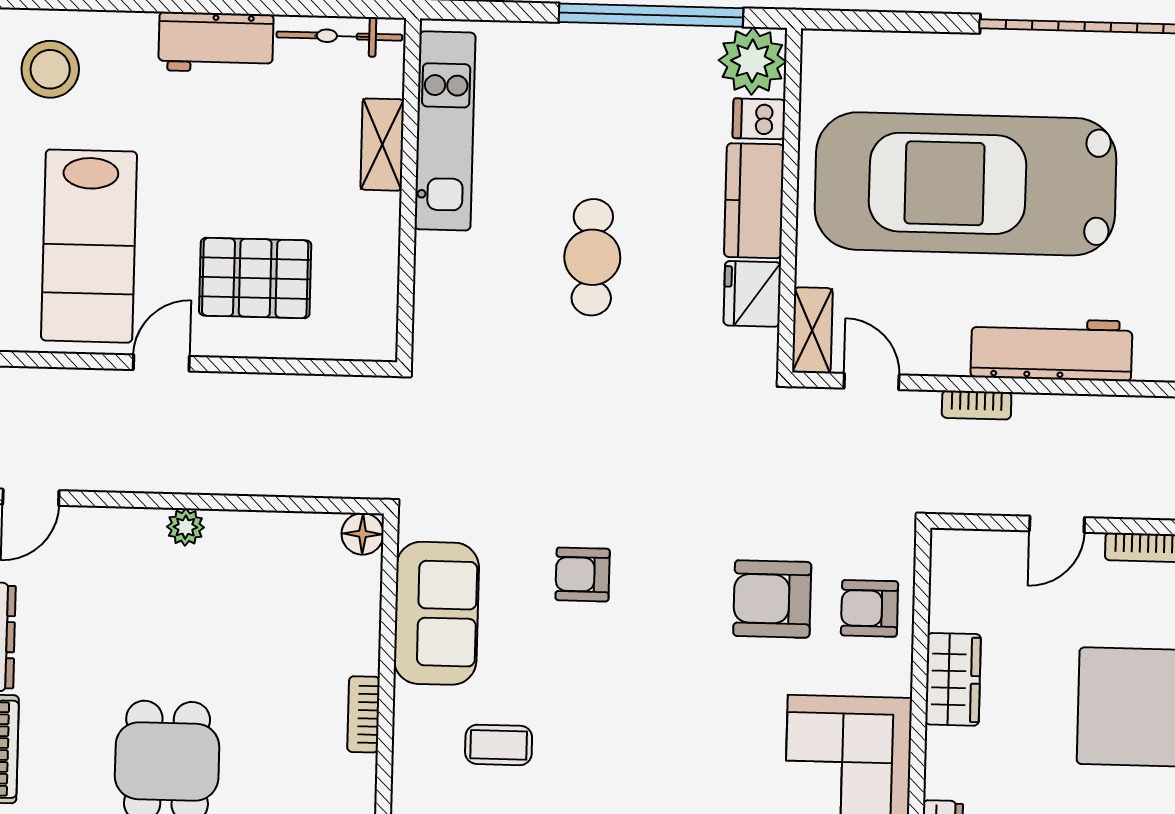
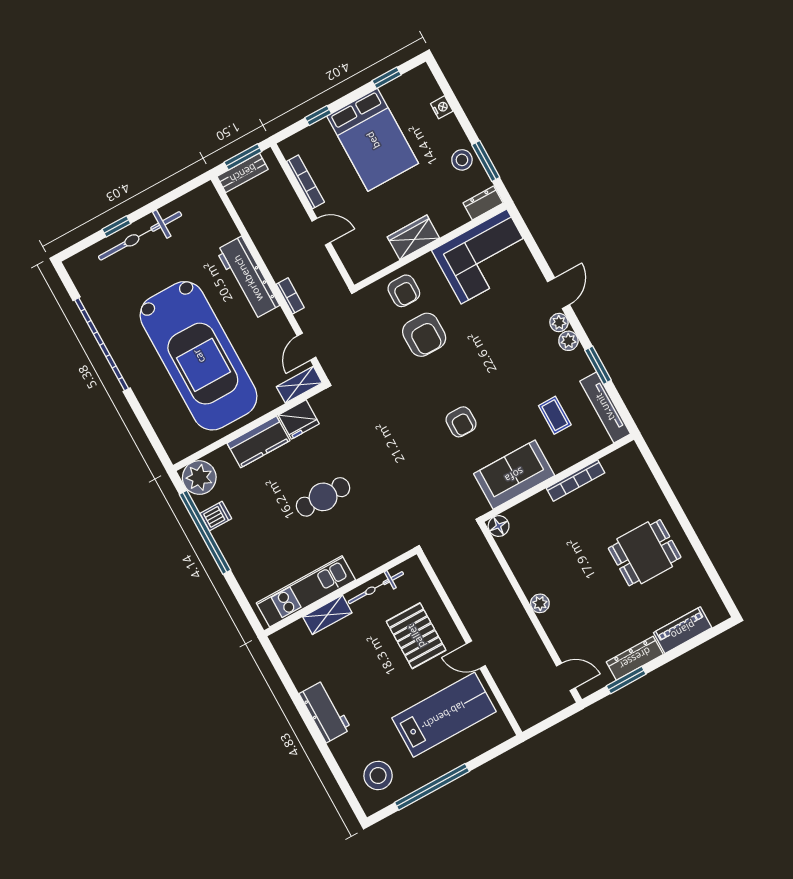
bicycle: (339, 36) -> (376, 588), moved, turned 90
dishwasher: (759, 119) -> (216, 516), moved, turned -90
bookcase: (364, 714) -> (575, 481), width x1.56

